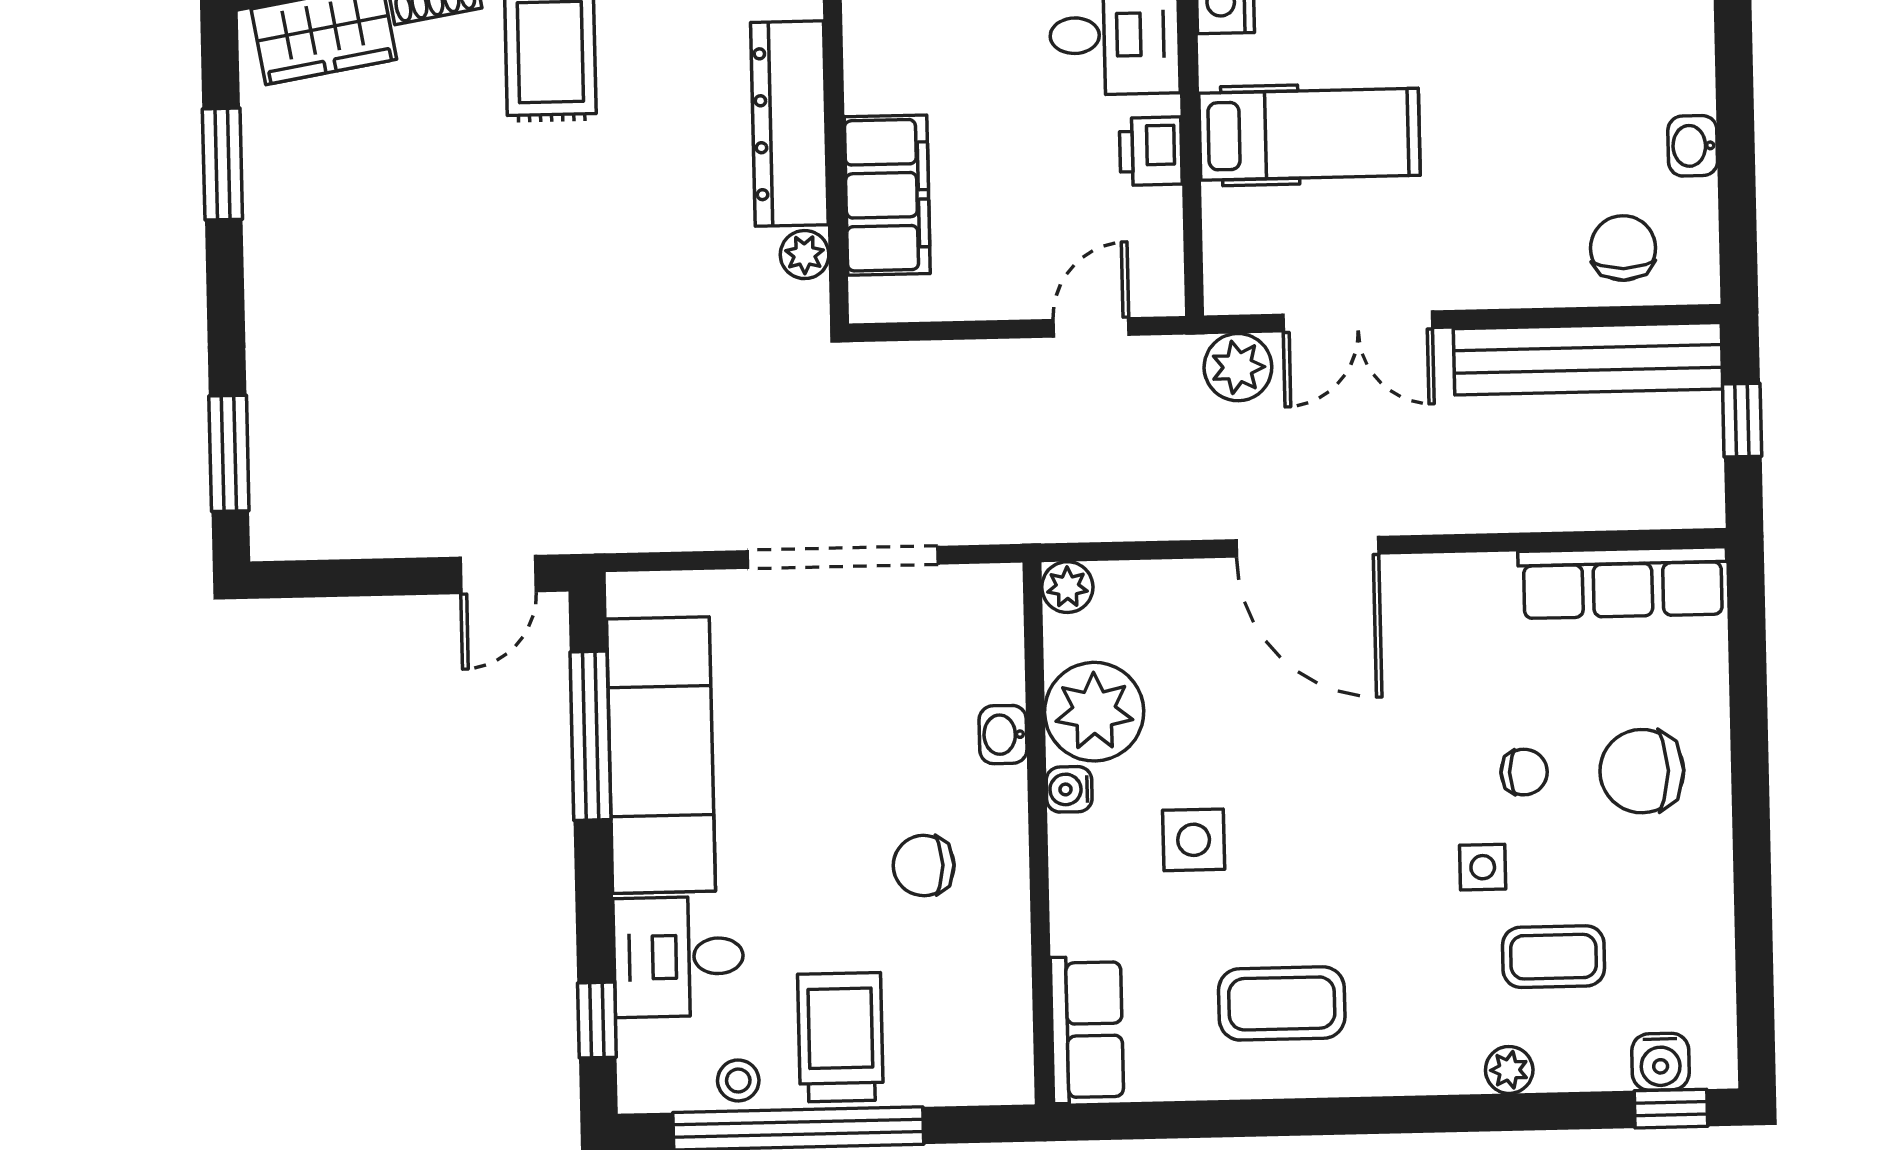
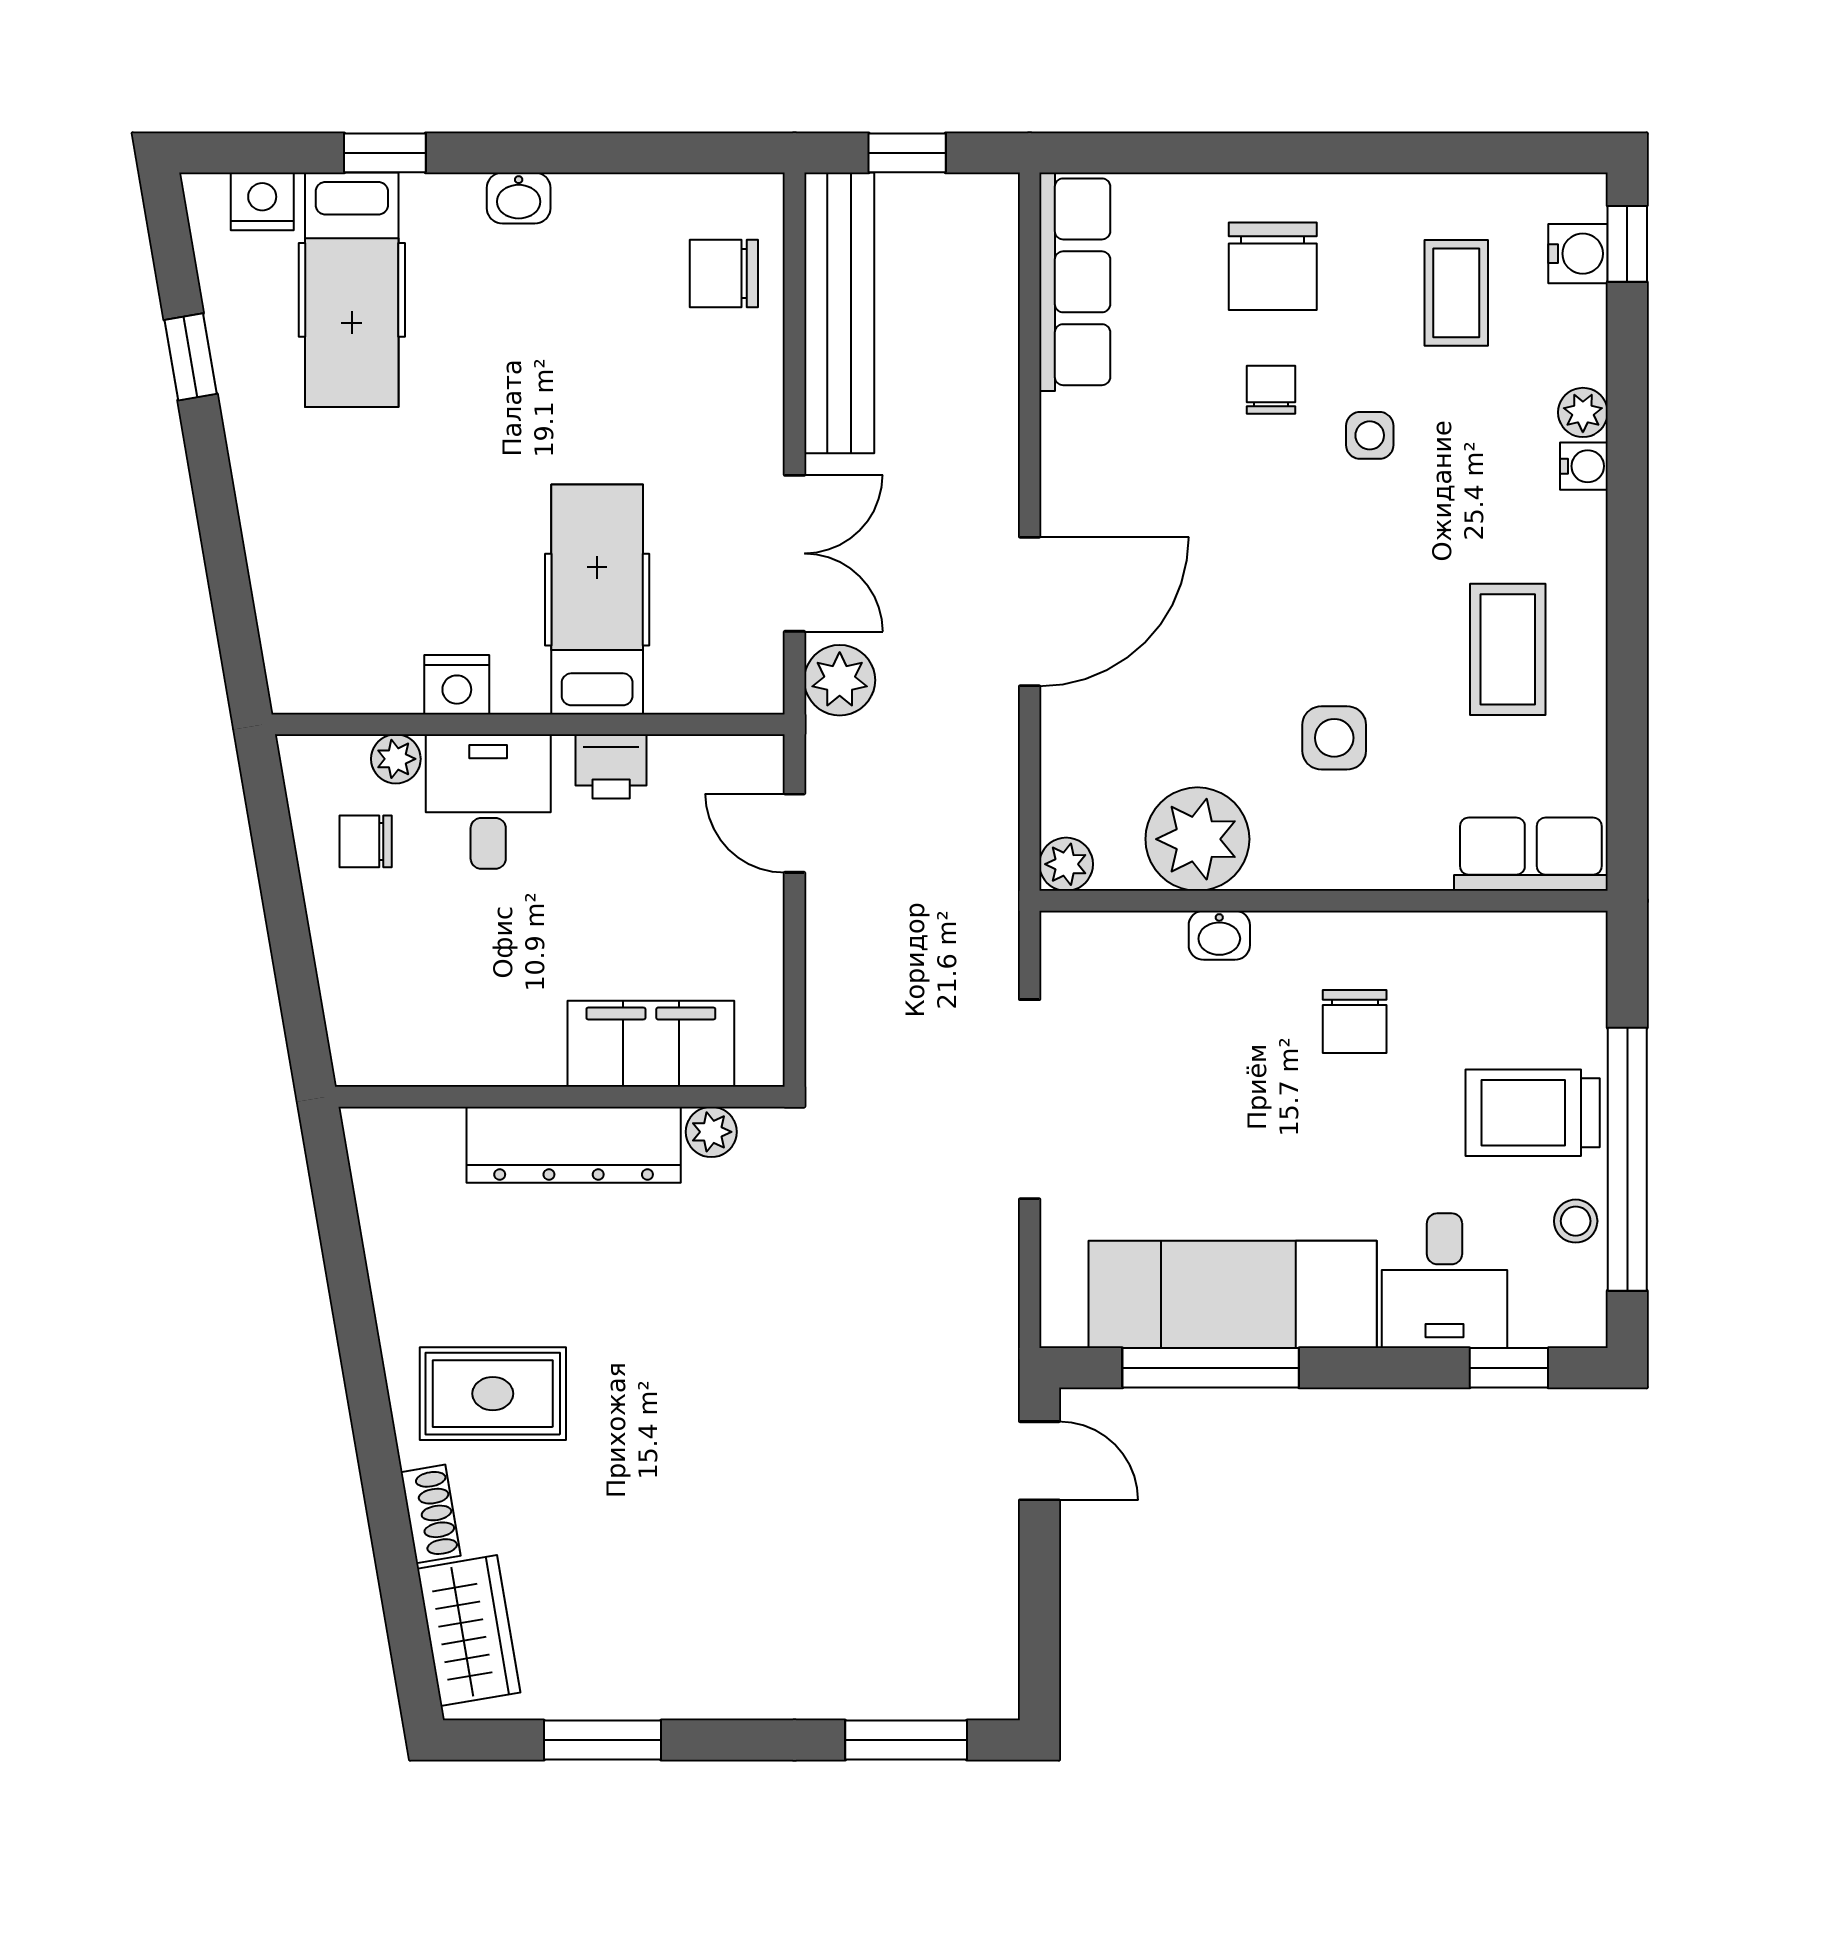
washbasin: (1693, 146) -> (519, 198), moved
water cooler: (1069, 789) -> (1584, 466), moved, turned -90
coffee table: (1553, 957) -> (1456, 293), moved

